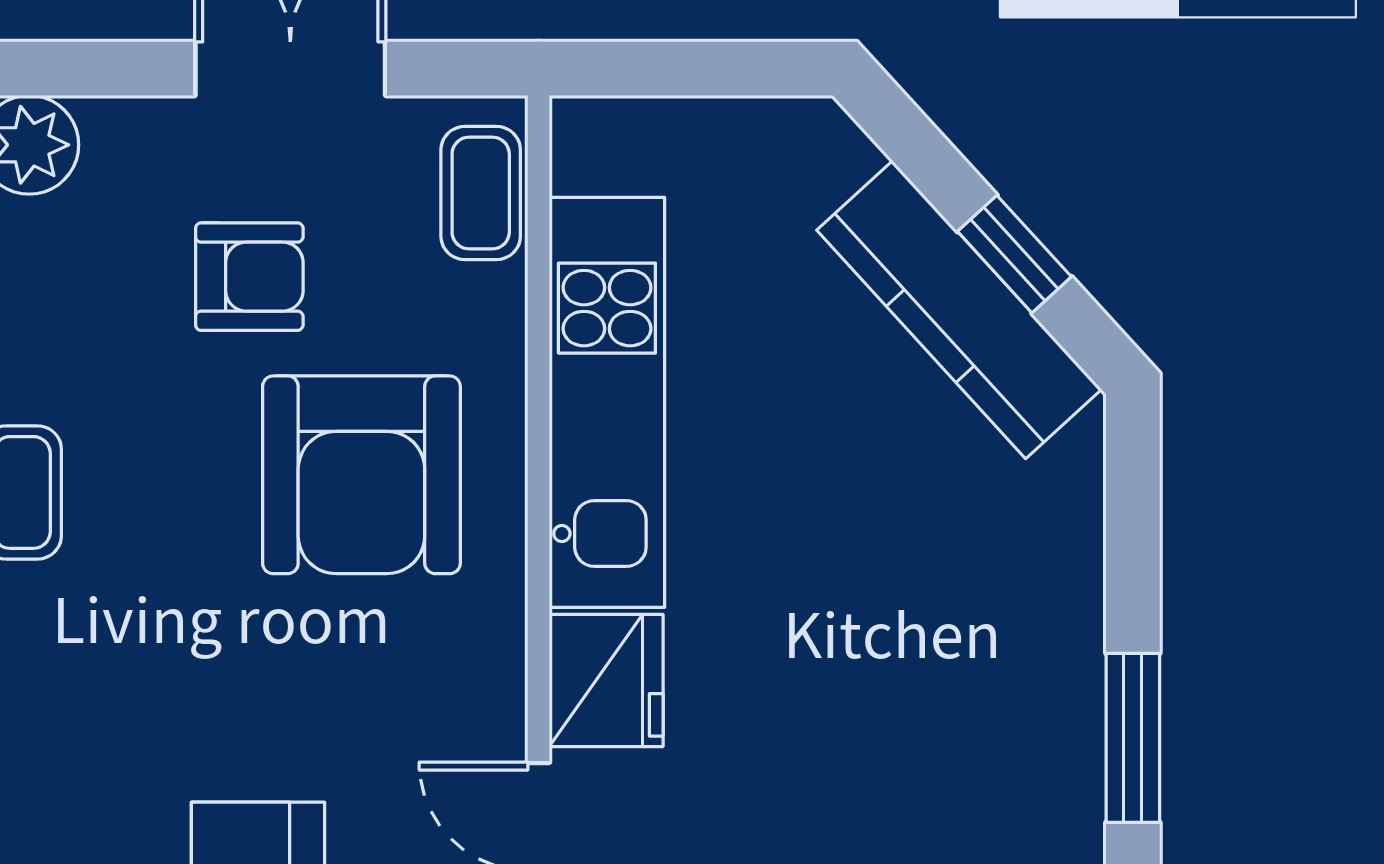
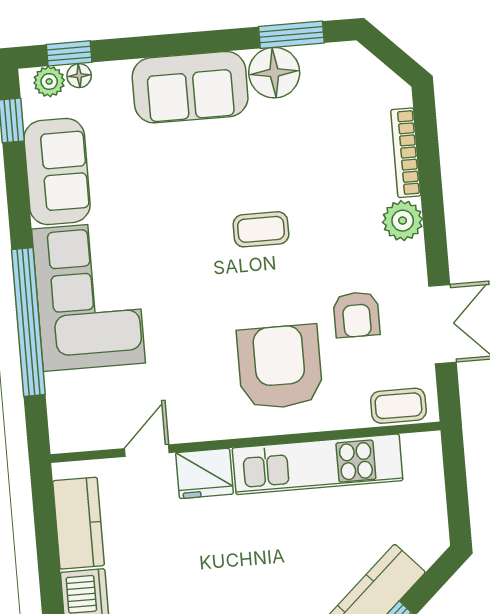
armchair: (361, 475) -> (280, 367), turned 90

